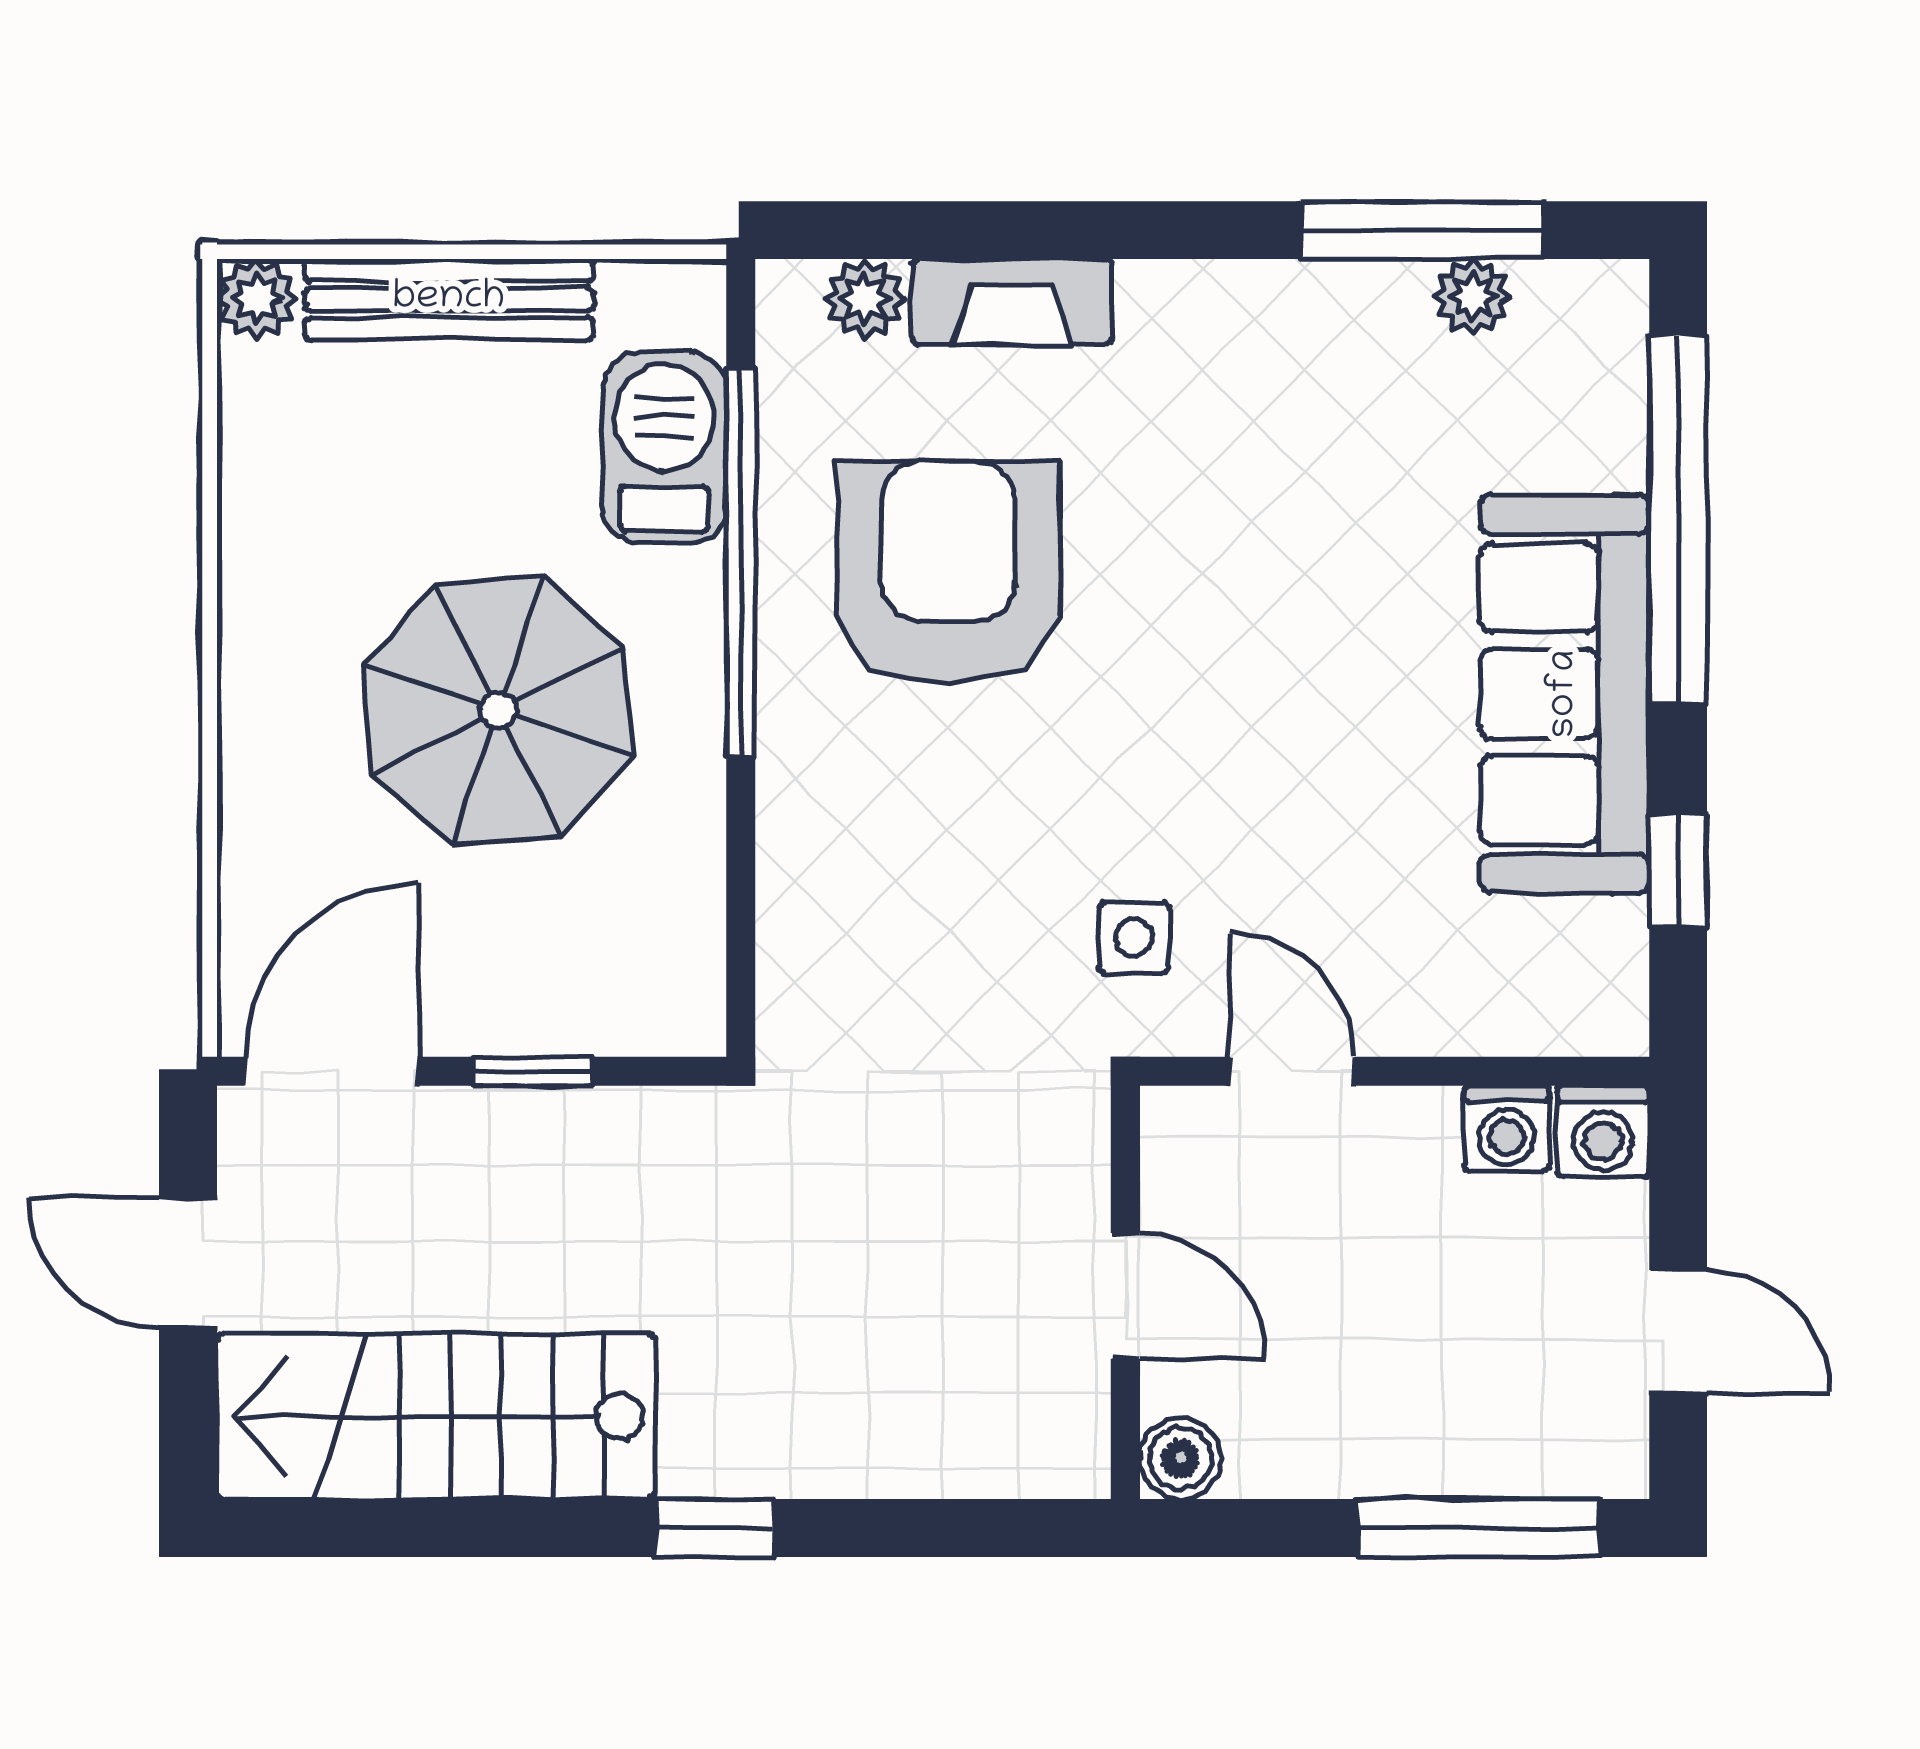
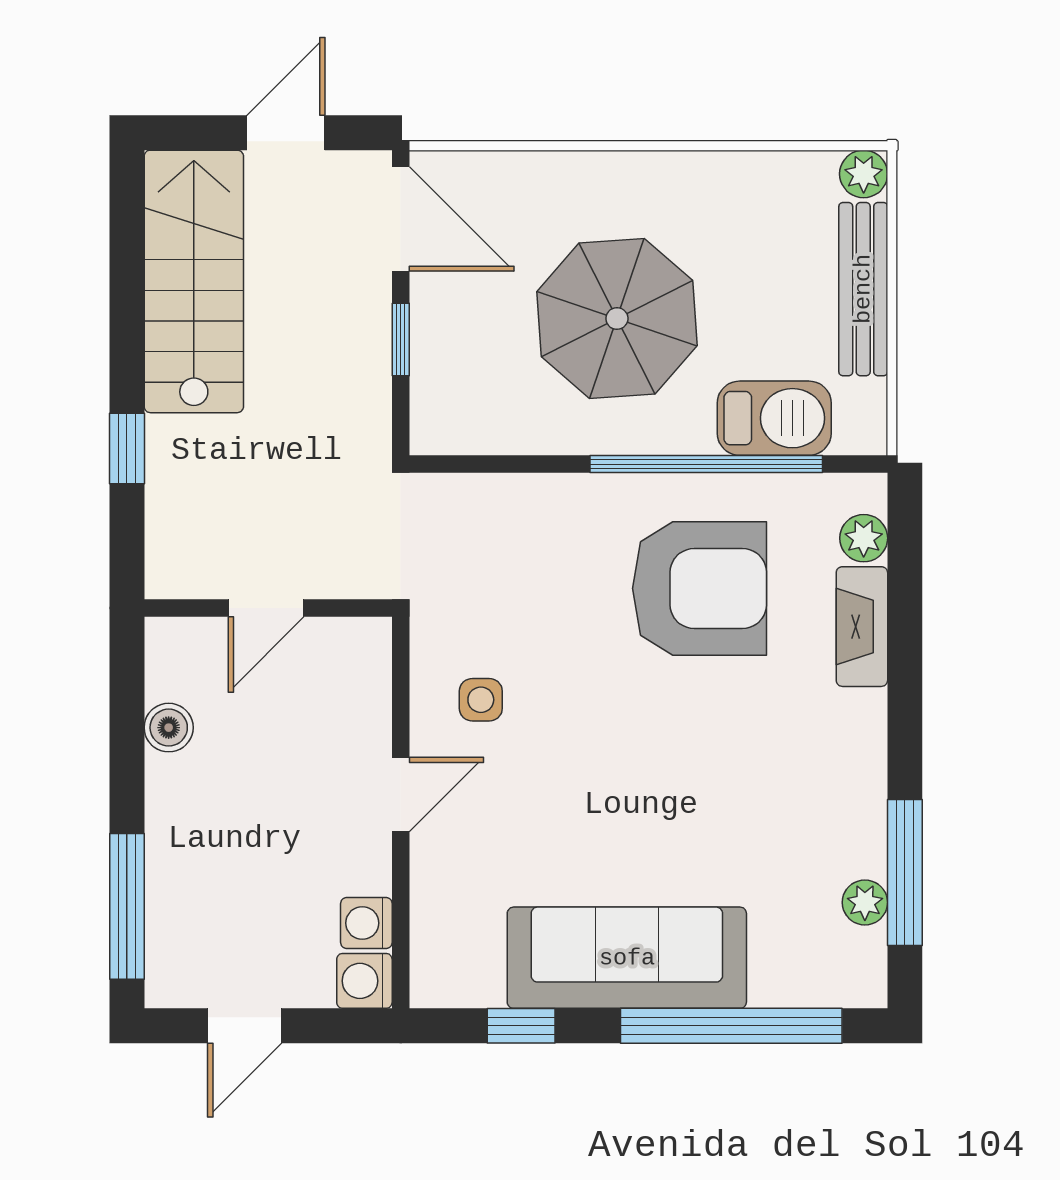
wall: (1125, 1292) -> (268, 608), moved
door: (1125, 1296) -> (266, 608), moved

